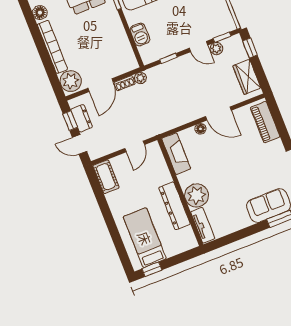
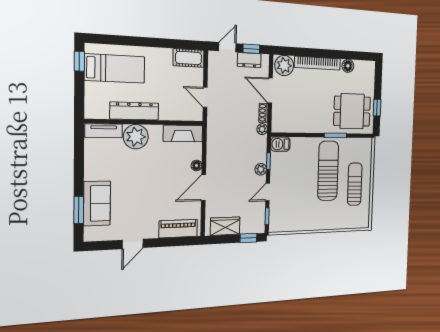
barbecue: (140, 35) -> (280, 144), moved
plant: (216, 49) -> (261, 169), moved

